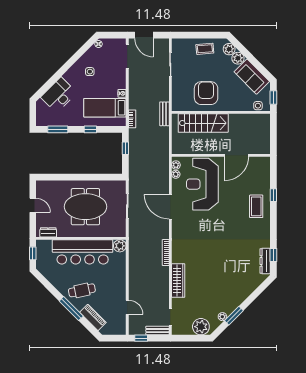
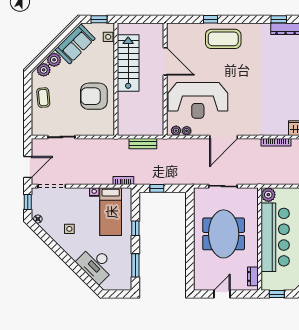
window: (113, 35) -> (28, 202), added
bench: (164, 114) -> (143, 144), moved
stairs: (203, 123) -> (128, 63), moved
coffee table: (256, 206) -> (223, 39), width x1.36, depth x1.32

